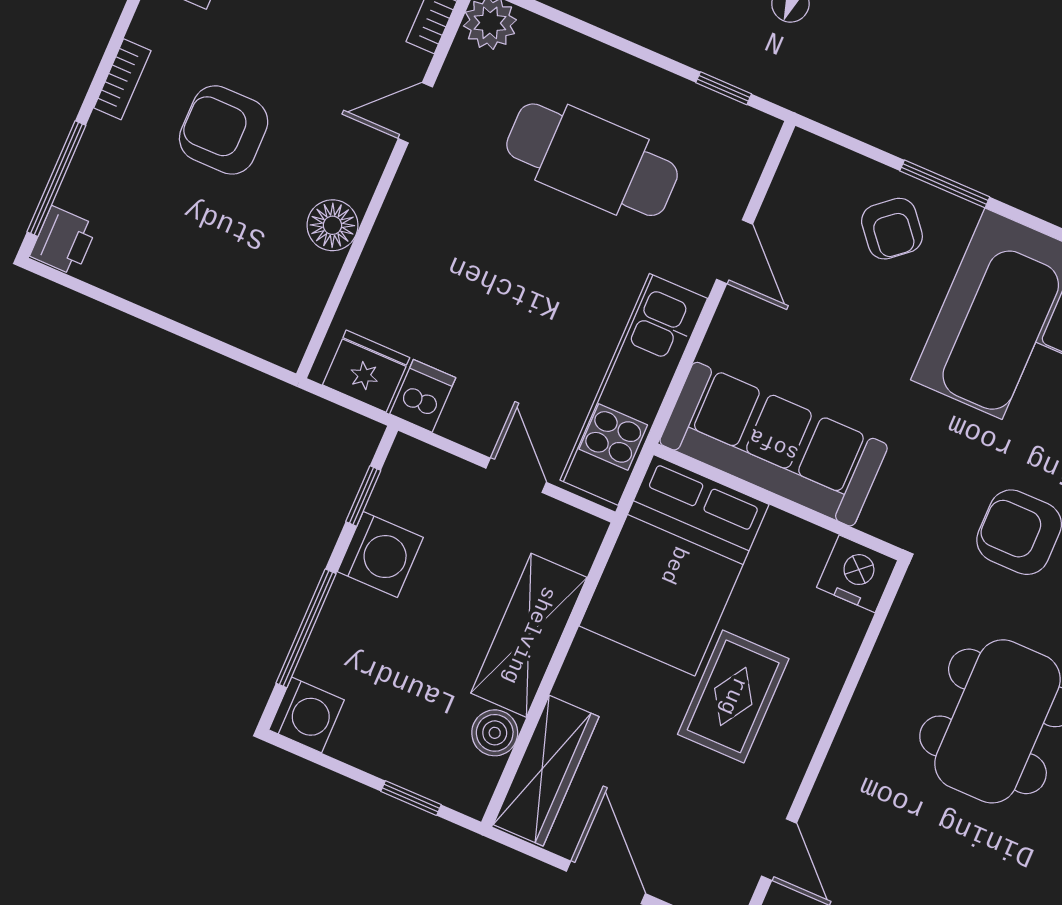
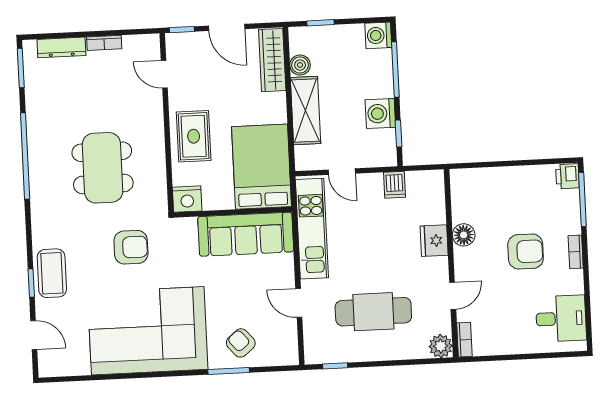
fridge: (366, 371) -> (434, 241), moved, turned 90
rug: (733, 696) -> (194, 136), moved

